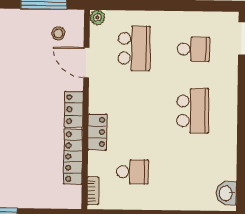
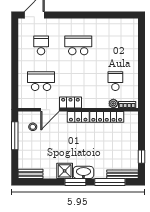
plant: (97, 17) -> (113, 103), moved
locker: (97, 132) -> (70, 102), moved
washbasin: (226, 193) -> (127, 24), removed

